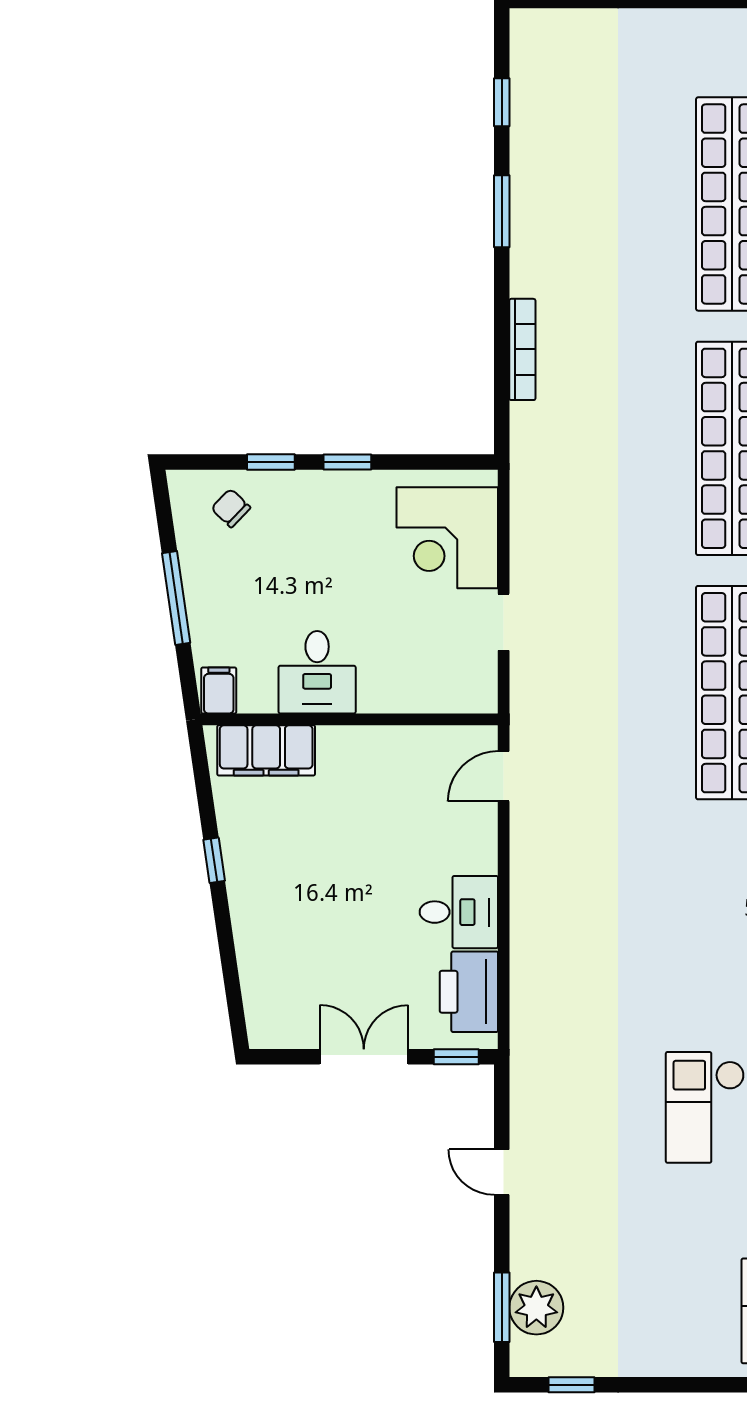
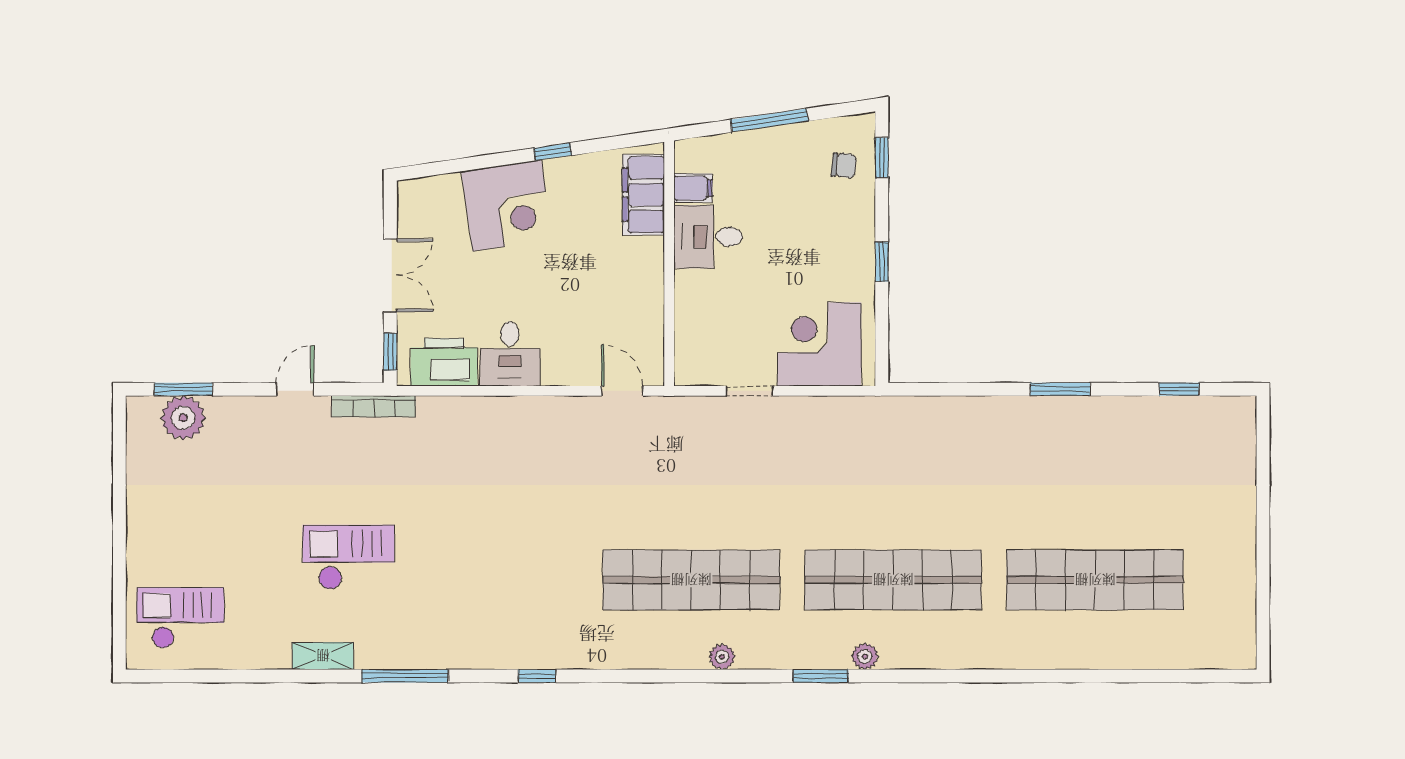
window: (502, 211) -> (1060, 389), moved
bookcase: (522, 349) -> (374, 406), moved
window: (271, 462) -> (882, 158), moved
chair: (231, 508) -> (844, 165), turned 52
filing cabinet: (219, 690) -> (693, 188), moved
corner desk: (279, 916) -> (507, 206), added
window: (571, 1385) -> (119, 447), removed

